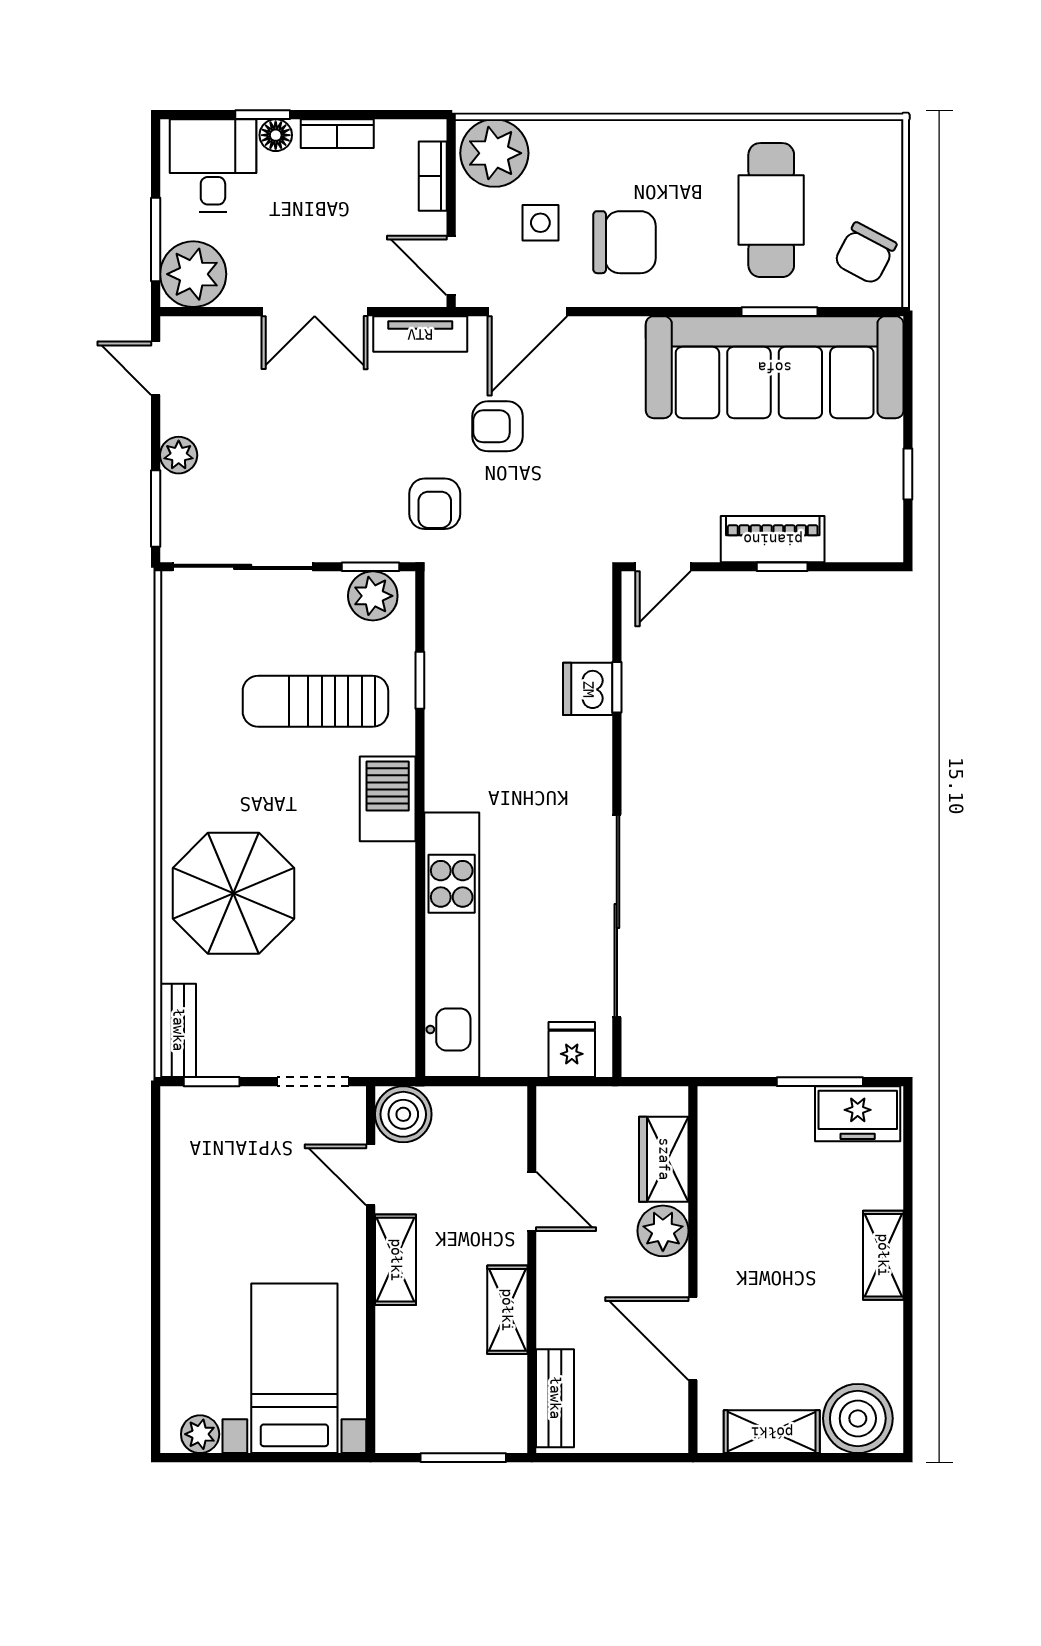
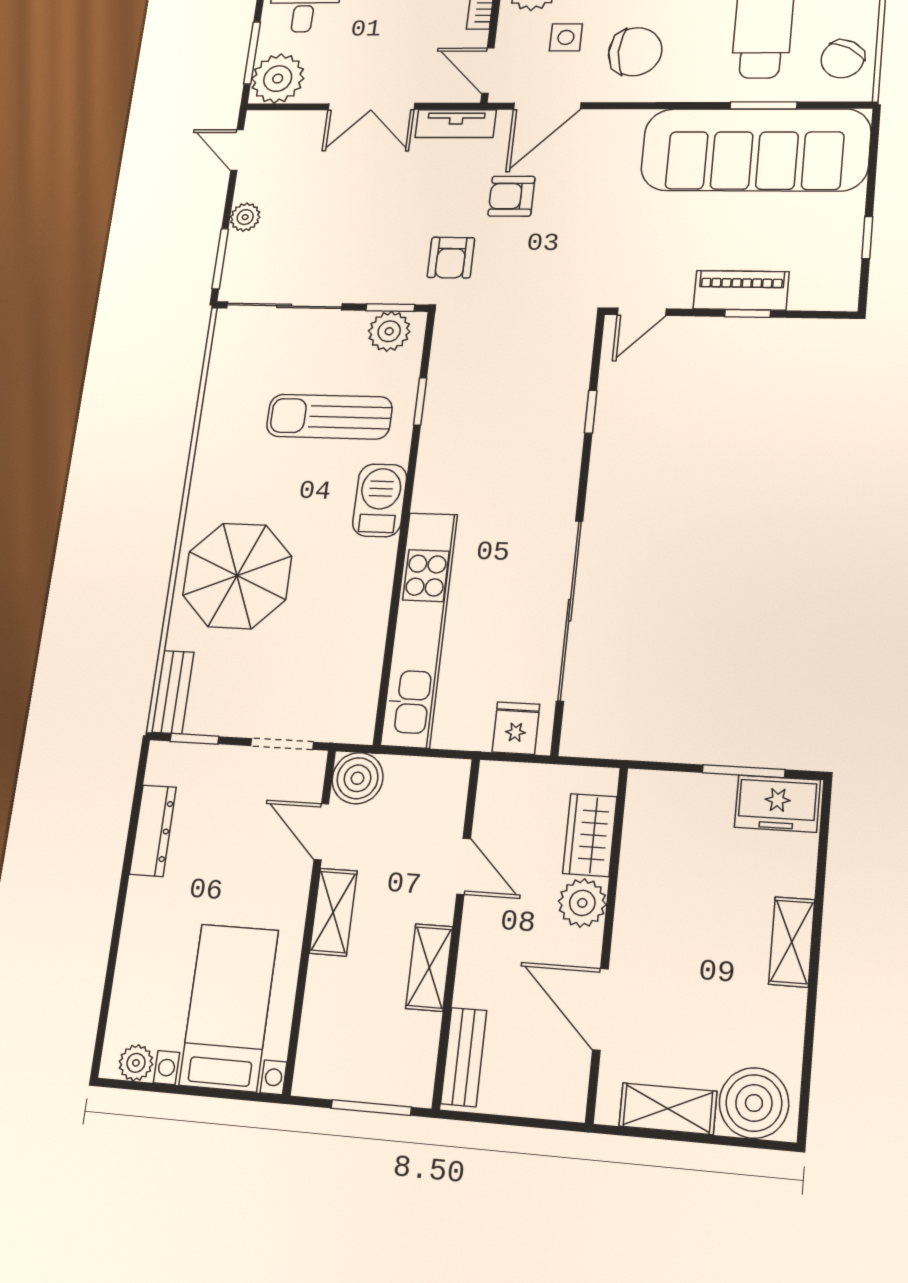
dishwasher: (588, 689) -> (565, 413), removed
dresser: (180, 1186) -> (153, 831), added

